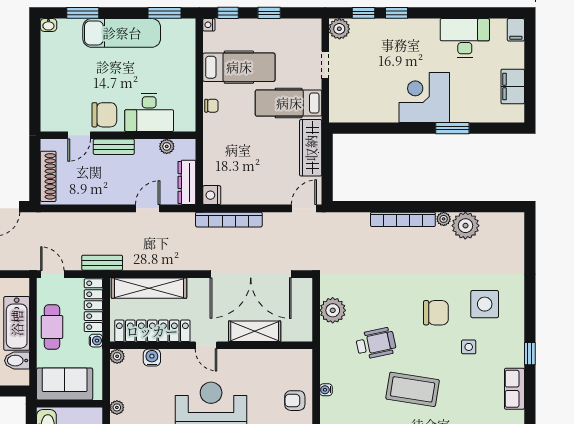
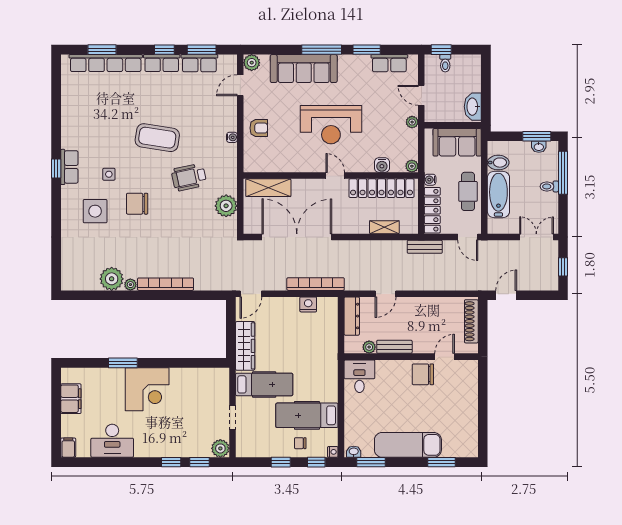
washbasin: (48, 25) -> (354, 452), moved
chair: (211, 106) -> (300, 443), moved
desk: (149, 113) -> (359, 376), moved, width x0.73
bench: (114, 147) -> (394, 347), moved
nightstand: (212, 195) -> (308, 304), moved, turned -90
shelving: (149, 288) -> (384, 227), width x0.45, depth x0.75
shelving: (255, 331) -> (268, 188), moved
row of seats: (514, 389) -> (69, 167), moved

